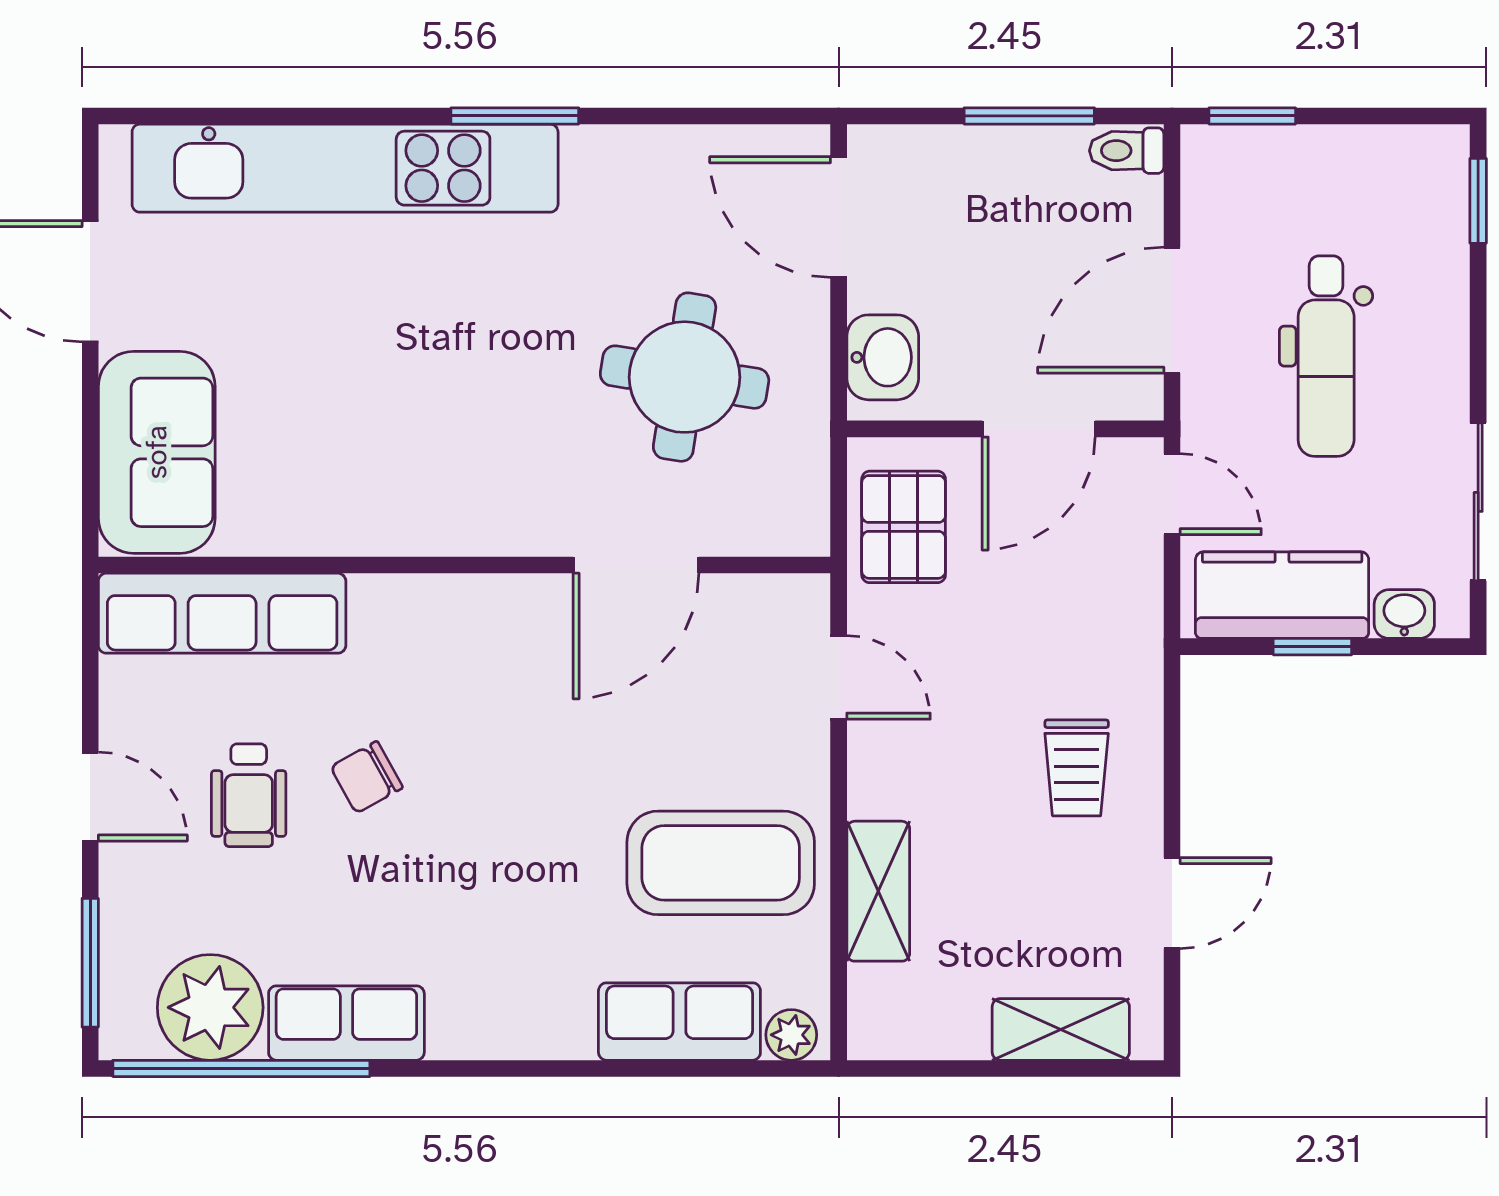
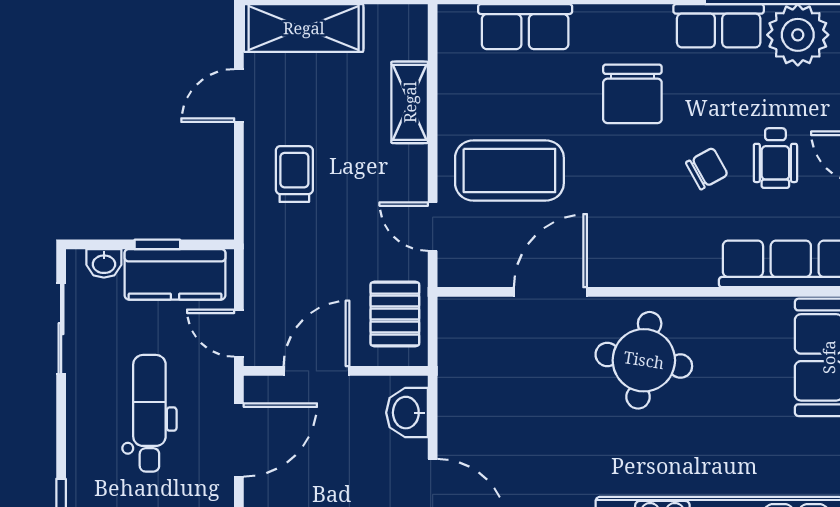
round table: (685, 377) -> (644, 360), moved
wheelchair: (249, 795) -> (775, 158), turned 180
coffee table: (721, 863) -> (509, 170), moved
chair: (495, 906) -> (632, 94), added
shelving: (1061, 1029) -> (304, 28), width x1.50, depth x1.33
plant: (791, 1035) -> (460, 19), removed

